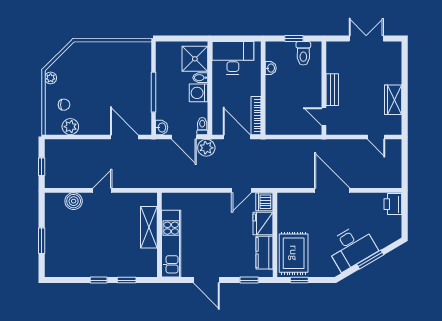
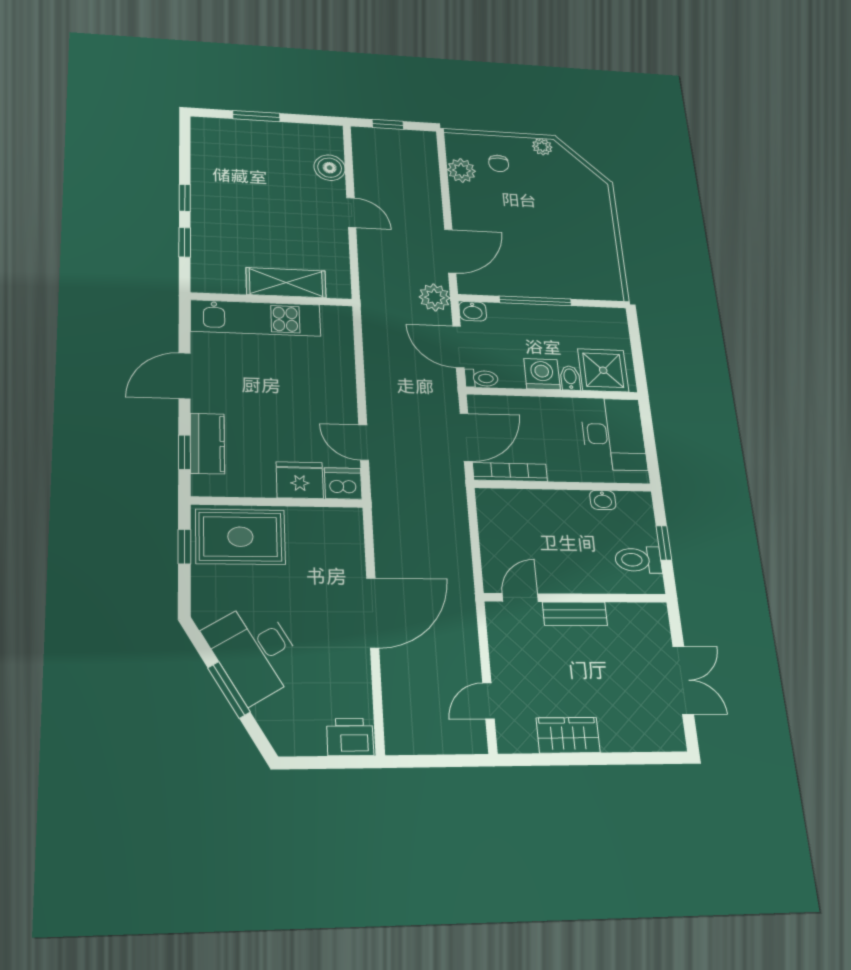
door: (184, 137) -> (458, 347), hinge flipped
plant: (206, 148) -> (435, 297), moved
kitchen counter: (264, 253) -> (207, 444), moved, turned 90

